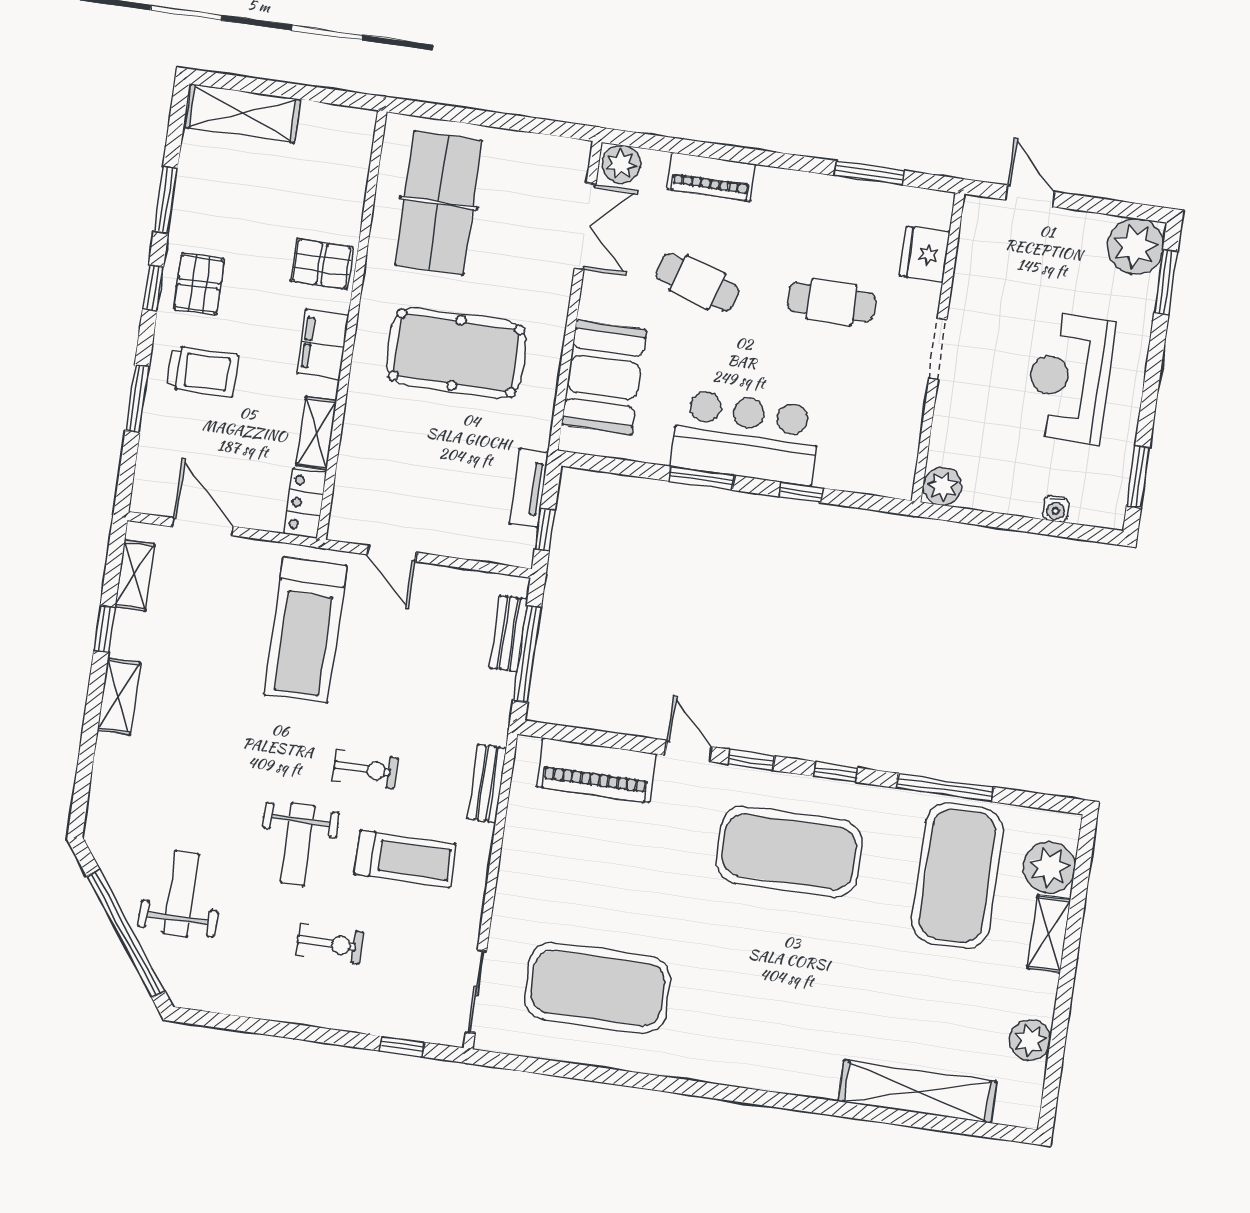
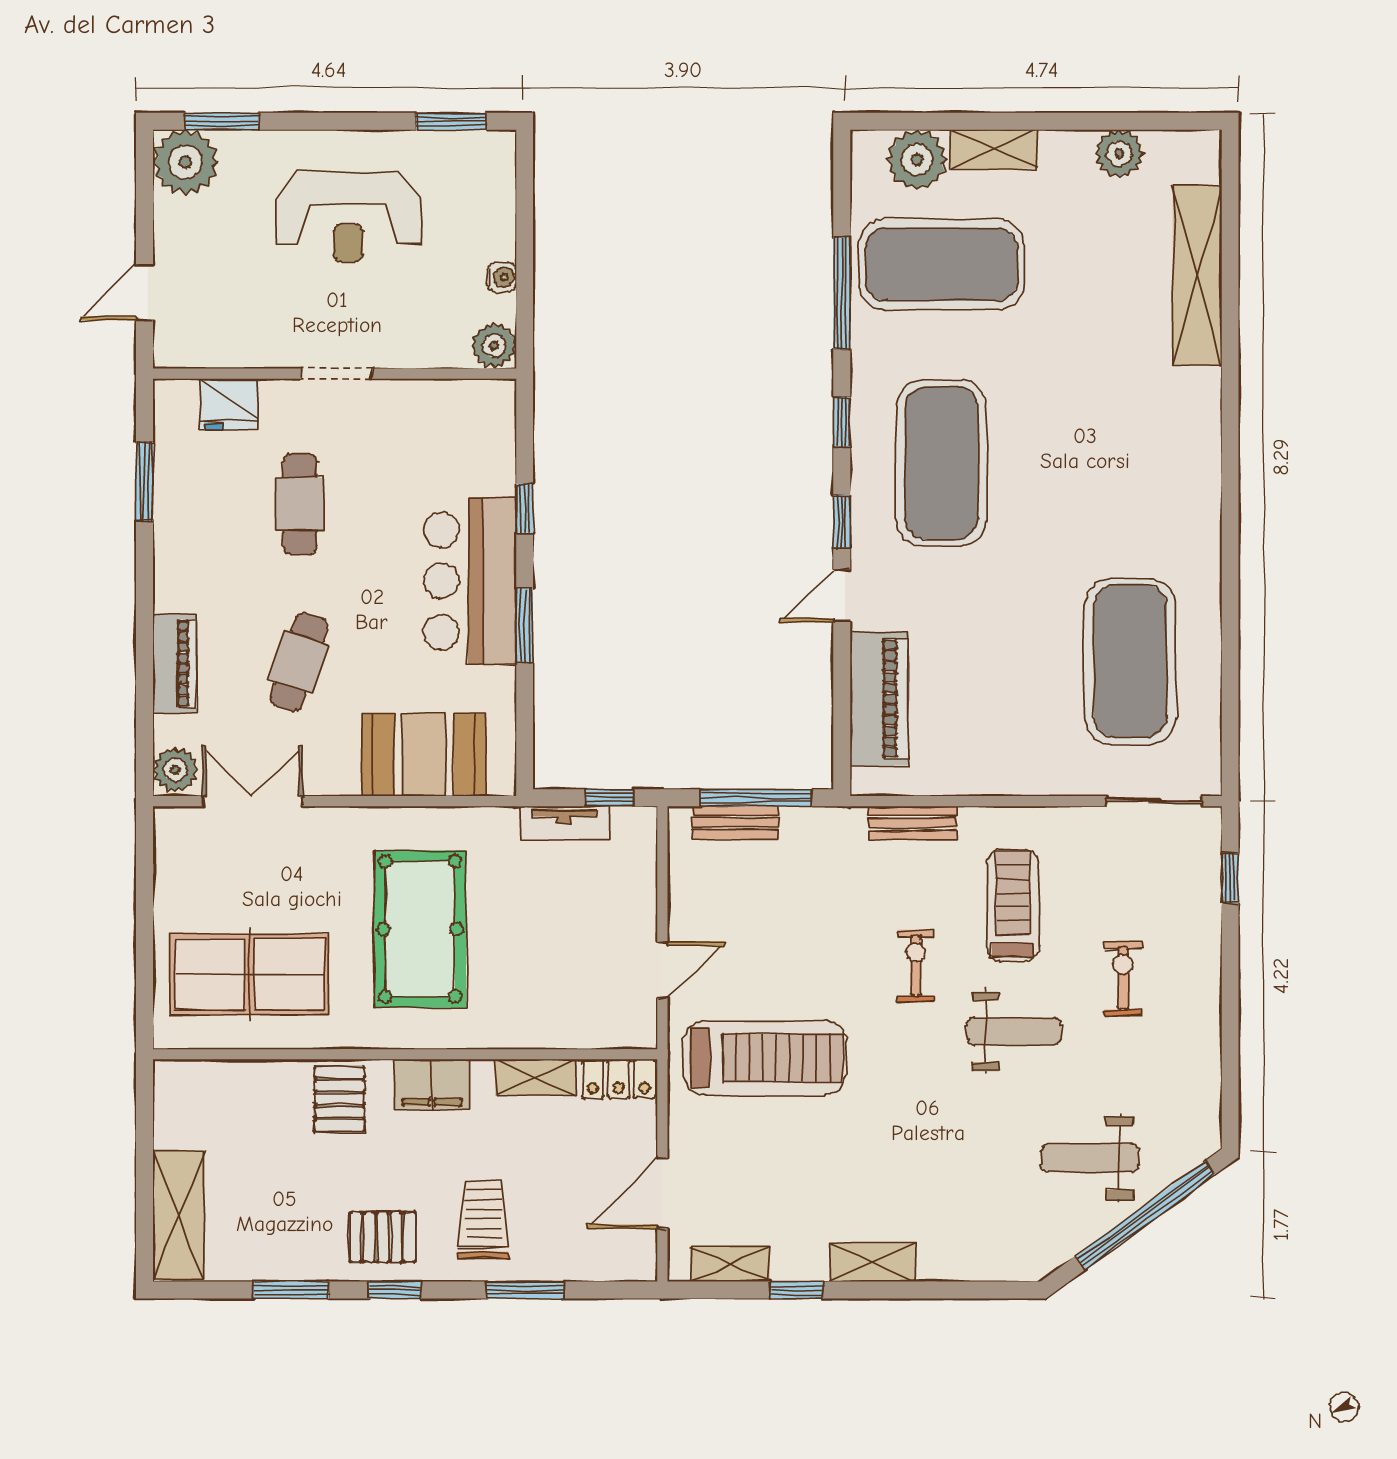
water cooler: (1056, 509) -> (502, 277), moved

